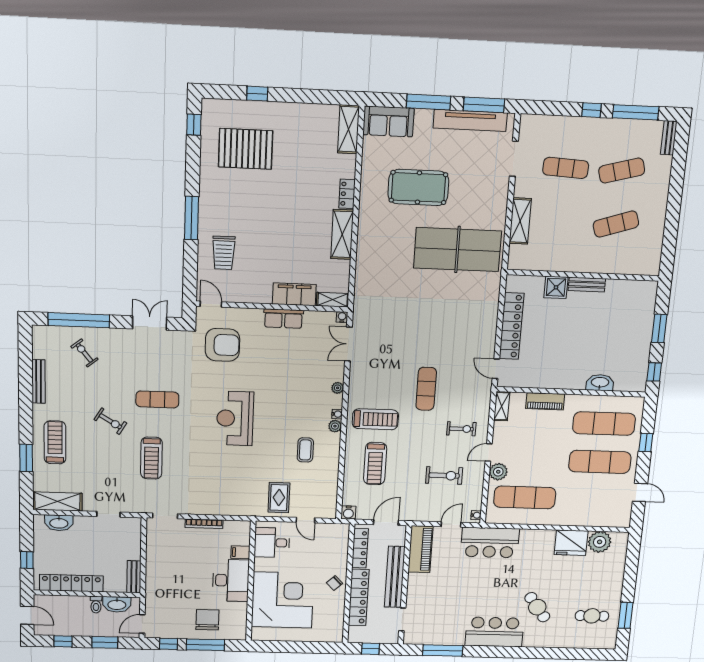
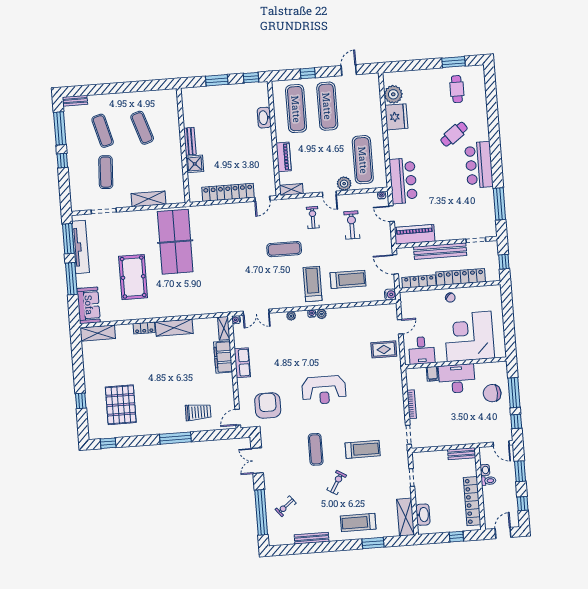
coffee table: (305, 450) -> (343, 334), removed
washbasin: (117, 604) -> (485, 470), width x0.52, depth x0.69

